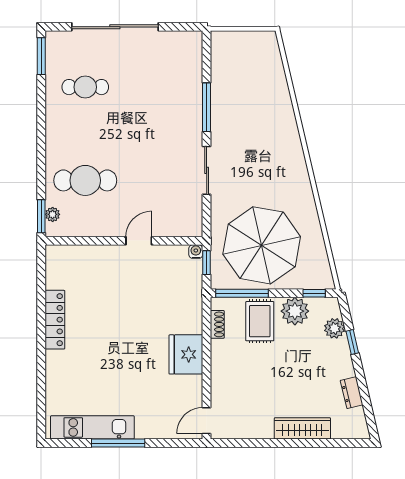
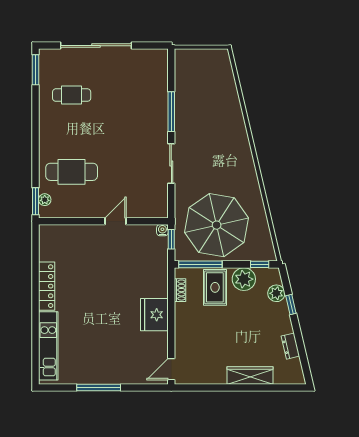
kitchen unit: (92, 427) -> (48, 346), moved, turned 90

